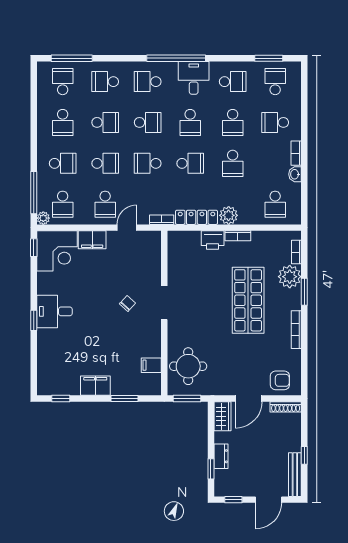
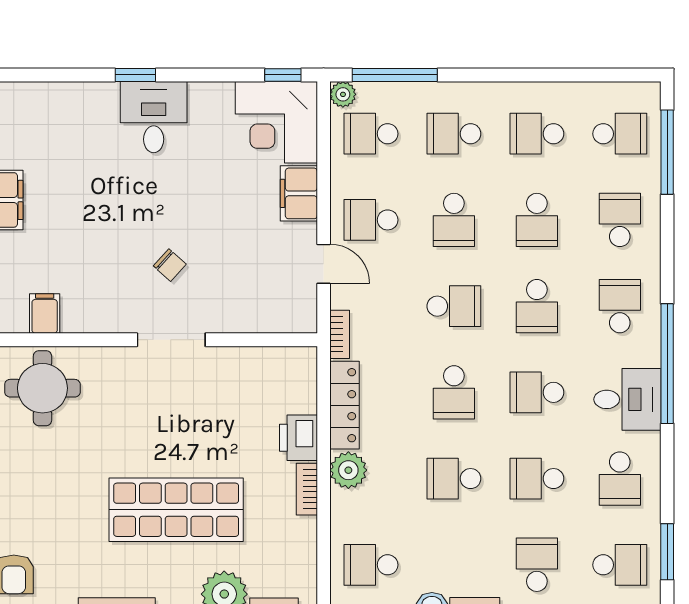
school desk: (63, 163) -> (454, 134), turned 90
school desk: (148, 163) -> (454, 306), turned 90

